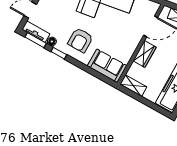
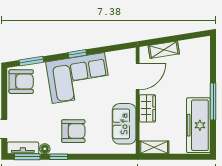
armchair: (80, 40) -> (73, 131), turned -90
sofa: (107, 66) -> (124, 124), moved, turned -90

